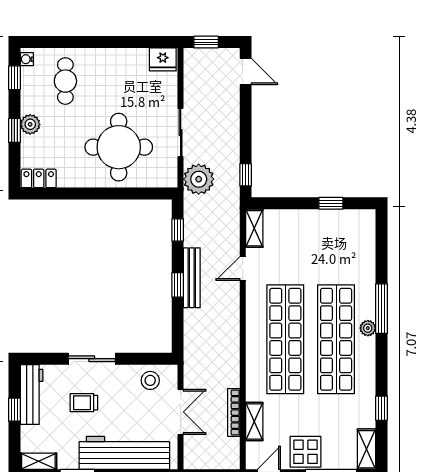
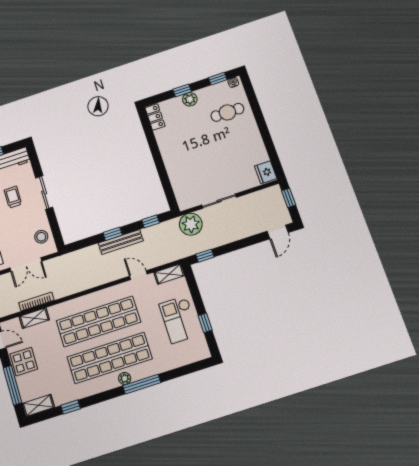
round table: (119, 147) -> (194, 163), removed
checkout: (316, 235) -> (179, 319), added

